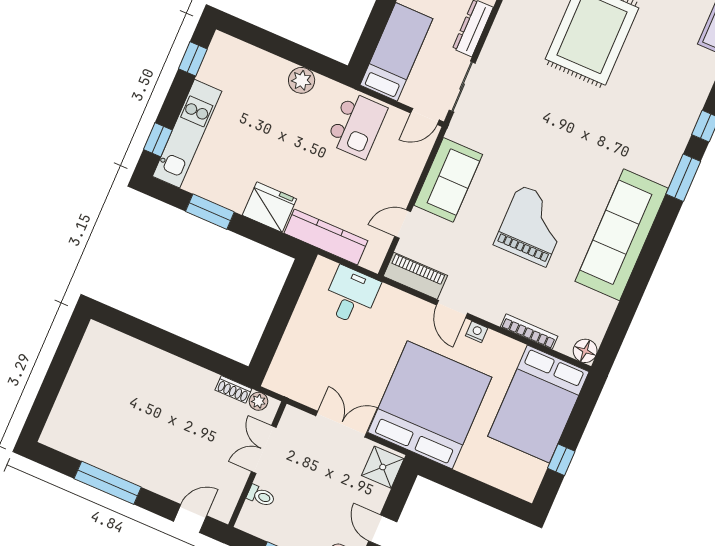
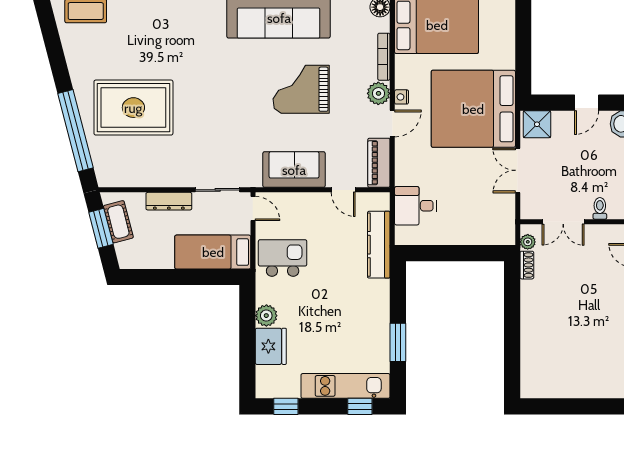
fridge: (269, 207) -> (271, 346), moved, turned 180
plant: (491, 308) -> (378, 93), added

